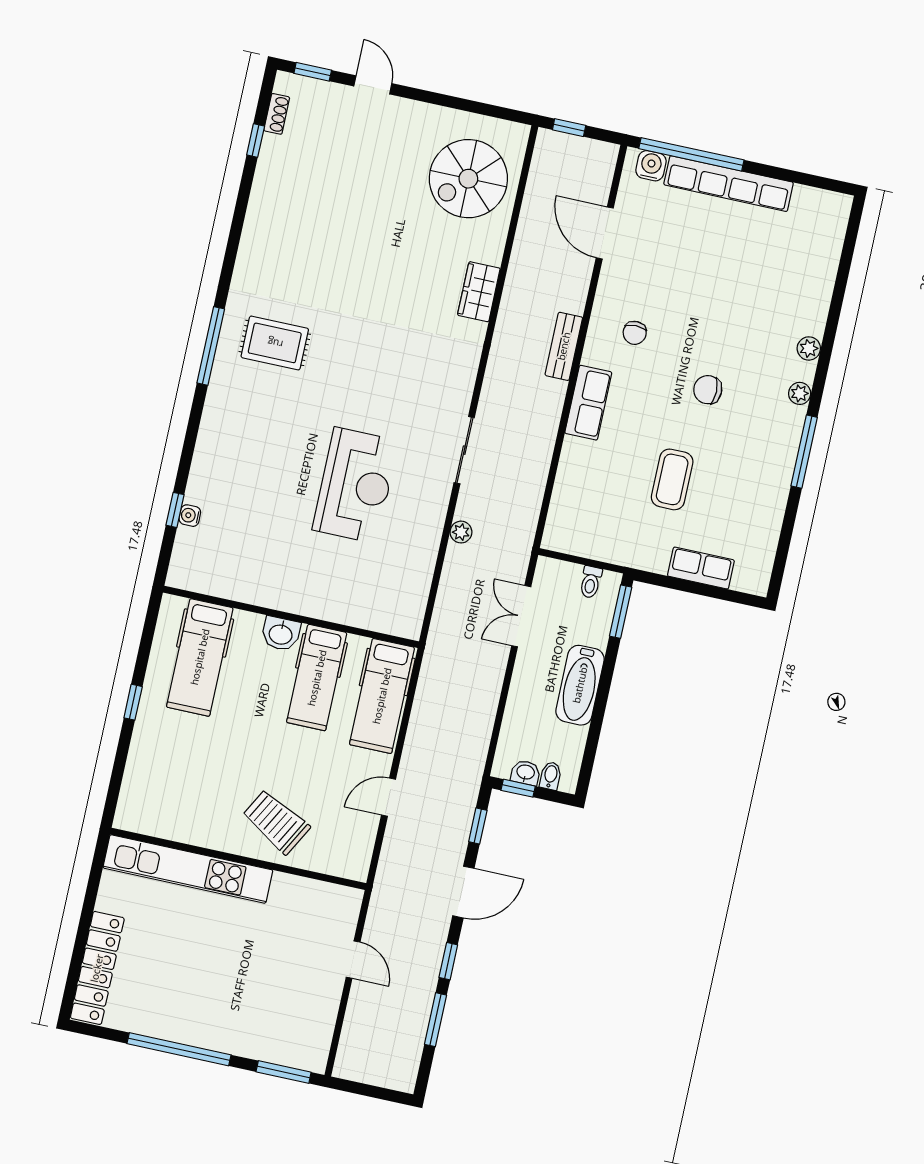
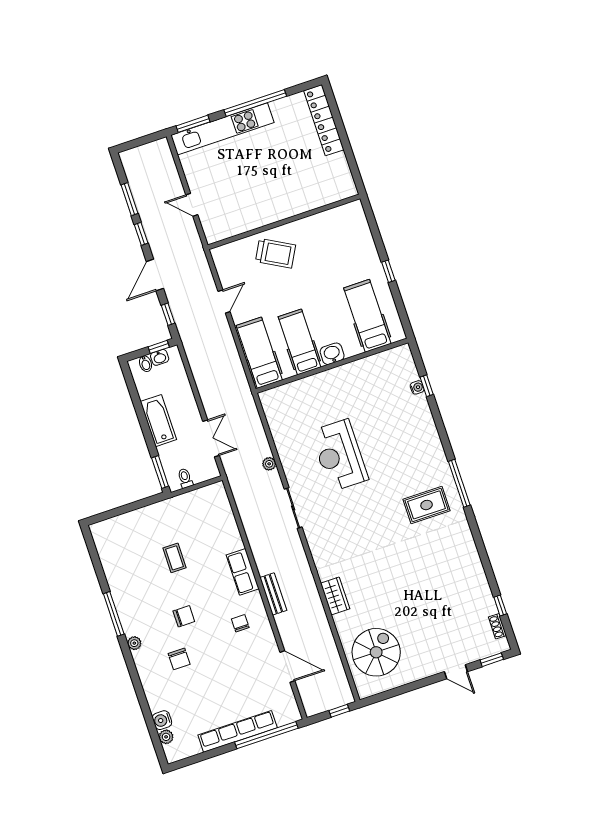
water cooler: (651, 166) -> (162, 720), moved, turned 90
chair: (750, 334) -> (179, 659), added
plant: (809, 348) -> (166, 737), moved
coffee table: (672, 479) -> (174, 558), width x0.73, depth x0.77
row of seats: (701, 568) -> (131, 520), removed
kitchen unit: (188, 869) -> (222, 129), moved, turned 180

